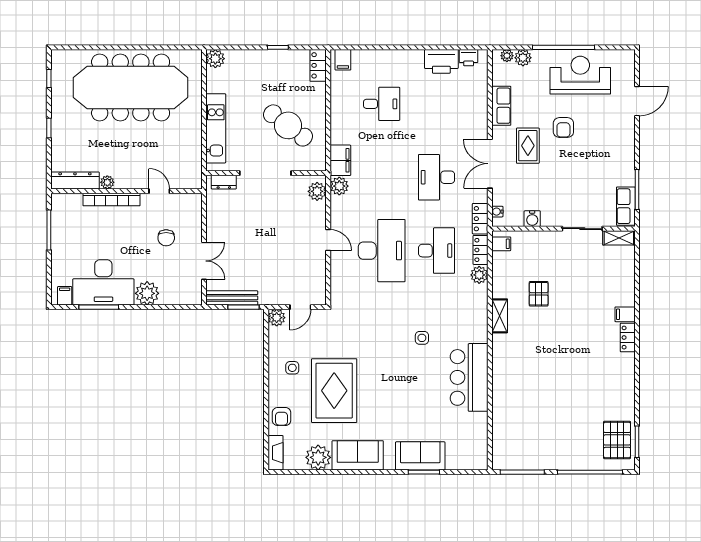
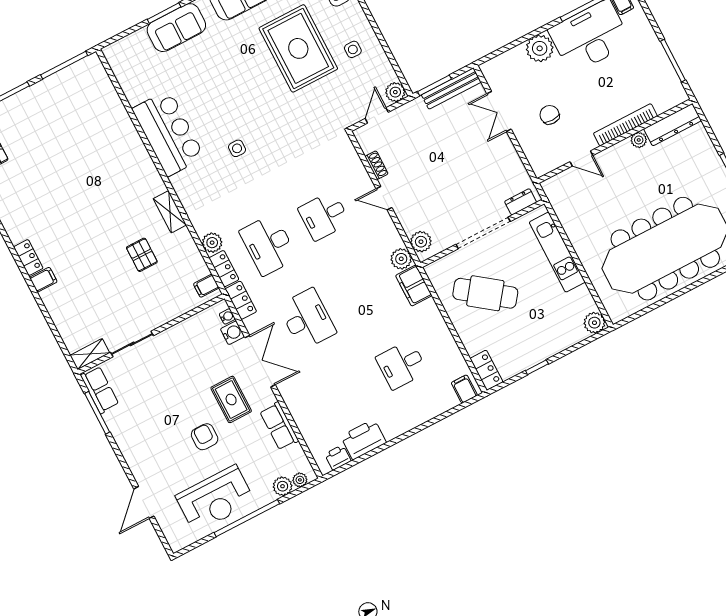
water cooler: (532, 219) -> (232, 333), moved, turned 90
desk: (382, 251) -> (324, 216), width x0.53, depth x0.77
shoe rack: (321, 269) -> (377, 165), added

